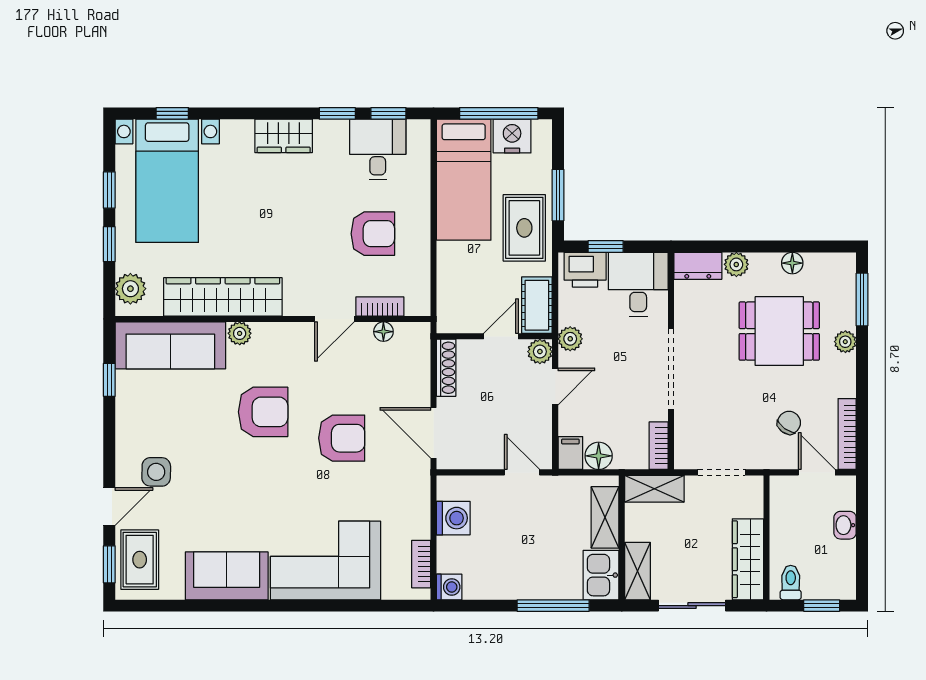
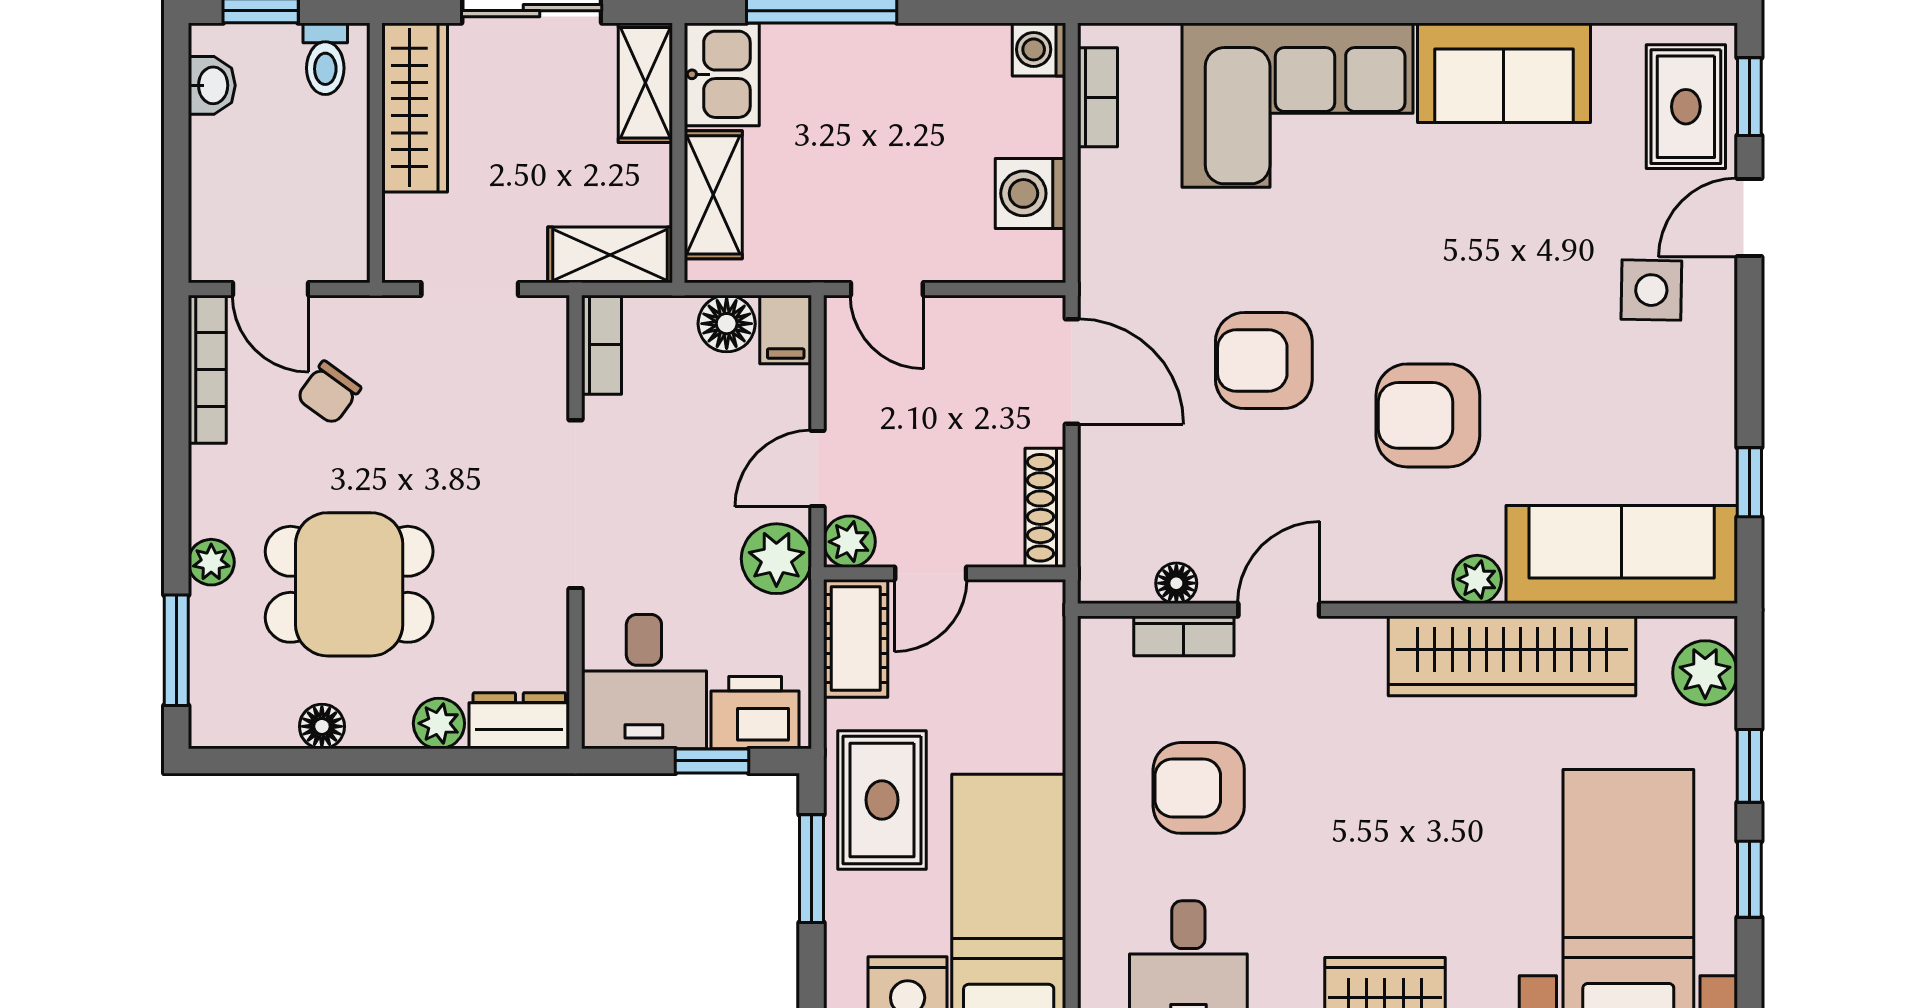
plant: (570, 339) -> (776, 559), width x1.38, depth x1.38
washbasin: (845, 525) -> (212, 85), moved

